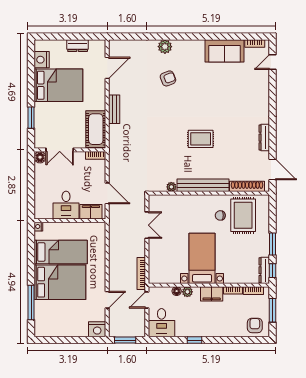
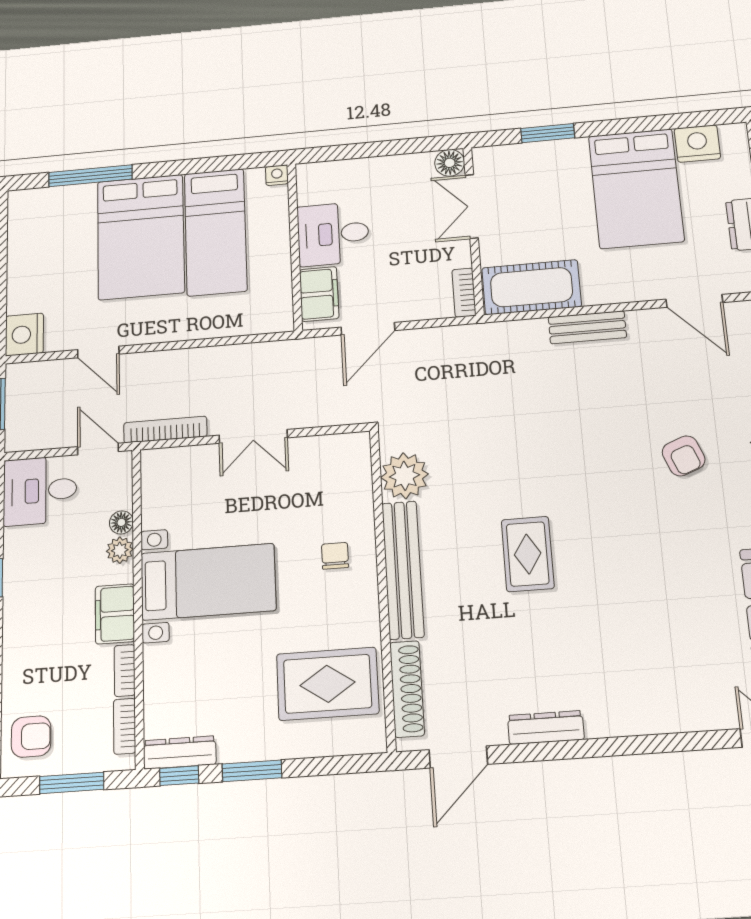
plant: (171, 187) -> (404, 476), width x1.87, depth x1.87
chair: (220, 215) -> (335, 556), moved
double door: (147, 225) -> (253, 436), moved

